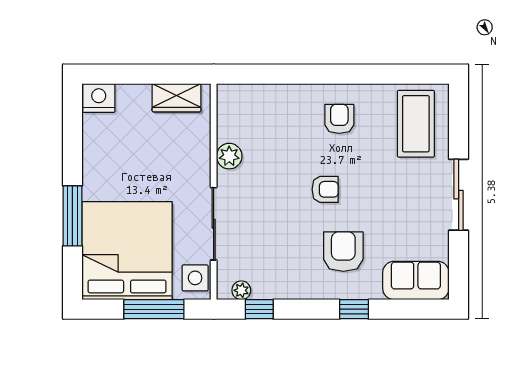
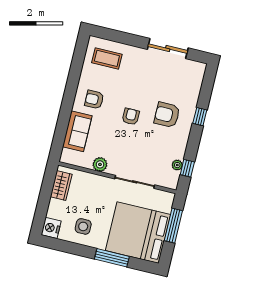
coffee table: (416, 124) -> (107, 58), width x0.73, depth x0.76
sliding door: (459, 195) -> (168, 49), moved
side table: (195, 278) -> (83, 226), moved
sofa: (416, 280) -> (77, 131), moved, turned 180
plant: (241, 290) -> (177, 165), moved

